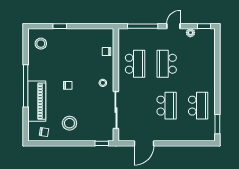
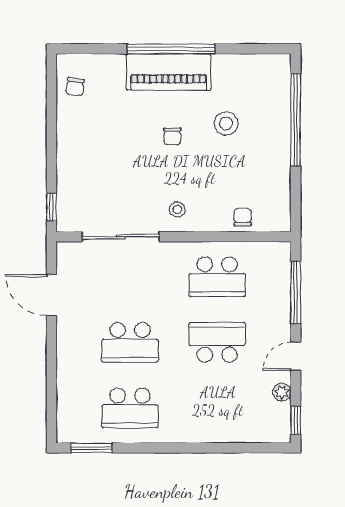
window: (60, 26) -> (296, 120), width x3.17
door: (173, 26) -> (296, 356), swing flipped
stool: (41, 44) -> (226, 124), moved
piano: (37, 101) -> (169, 72), moved
stool: (69, 123) -> (93, 140), removed

